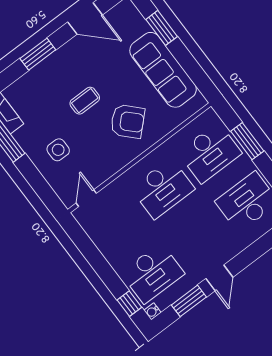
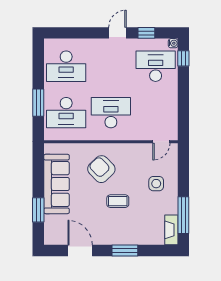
desk: (210, 153) -> (66, 113), turned 180
window: (189, 301) -> (146, 33), width x0.67

